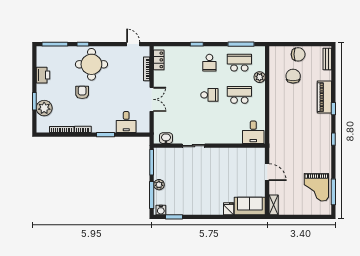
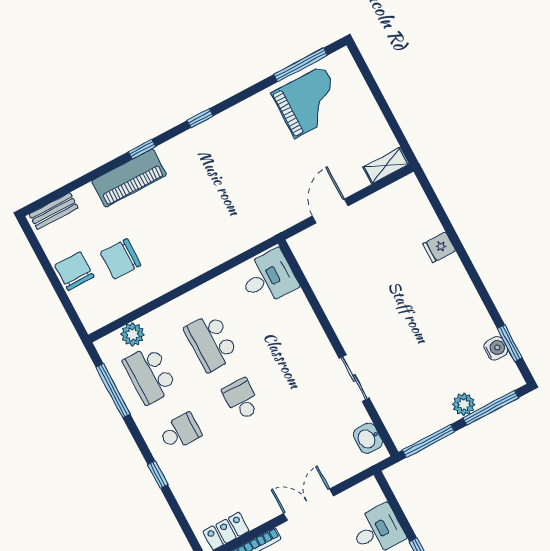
plant: (260, 77) -> (133, 334), moved
sofa: (250, 206) -> (412, 210), removed
water cooler: (161, 210) -> (496, 348), moved

